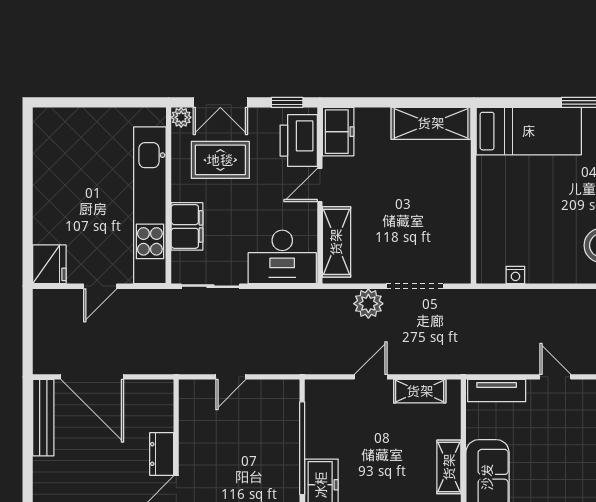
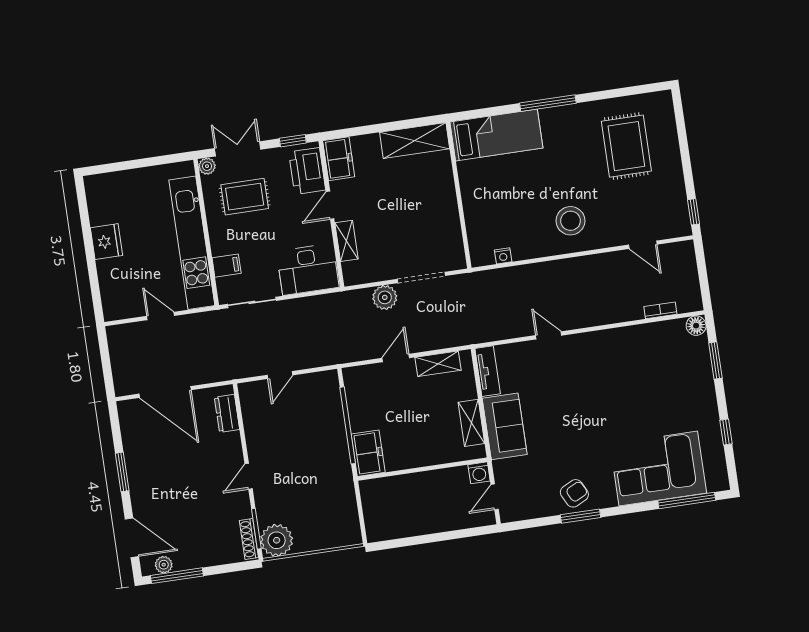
double door: (220, 102) -> (238, 149), swing flipped
filing cabinet: (187, 226) -> (227, 266), width x0.50
shelving: (336, 242) -> (346, 241), width x0.67, depth x0.75
fridge: (49, 264) -> (107, 242), moved
door: (100, 286) -> (161, 316), swing flipped
tv unit: (497, 391) -> (488, 371), moved, turned -90
bench: (43, 418) -> (130, 432), removed
dresser: (162, 454) -> (227, 413), moved
window: (28, 464) -> (122, 472), added

